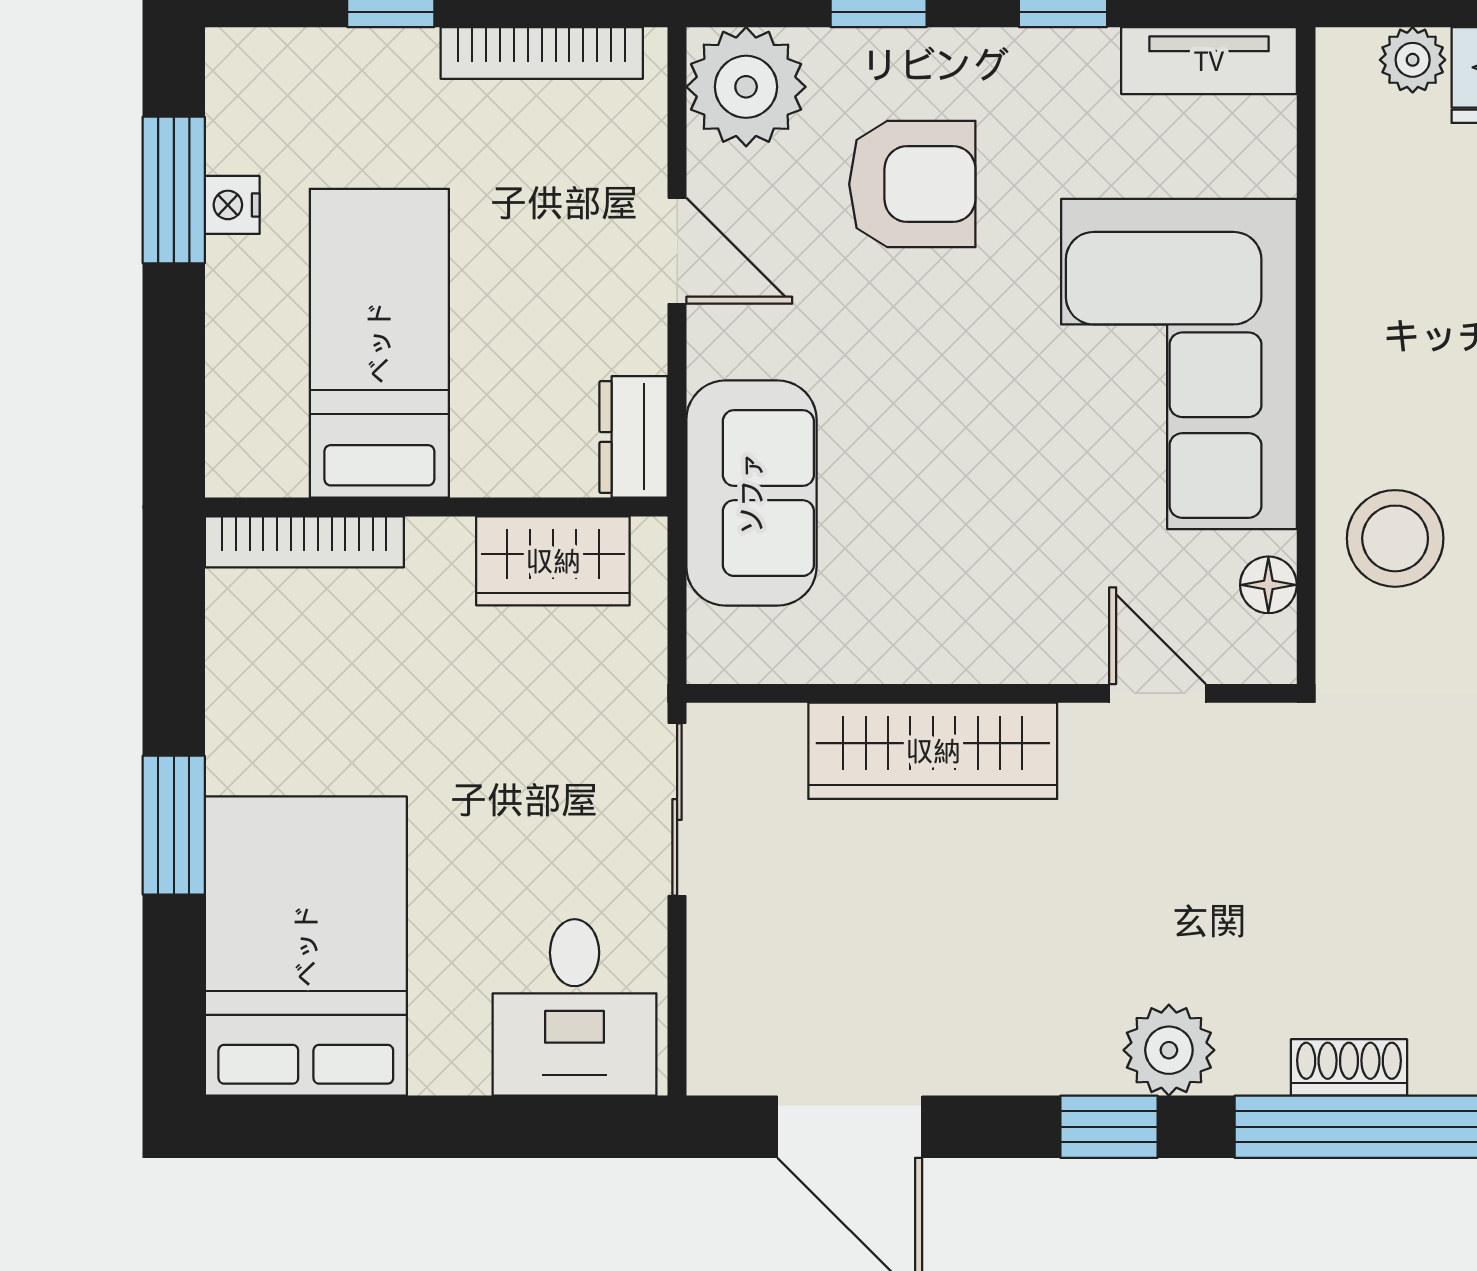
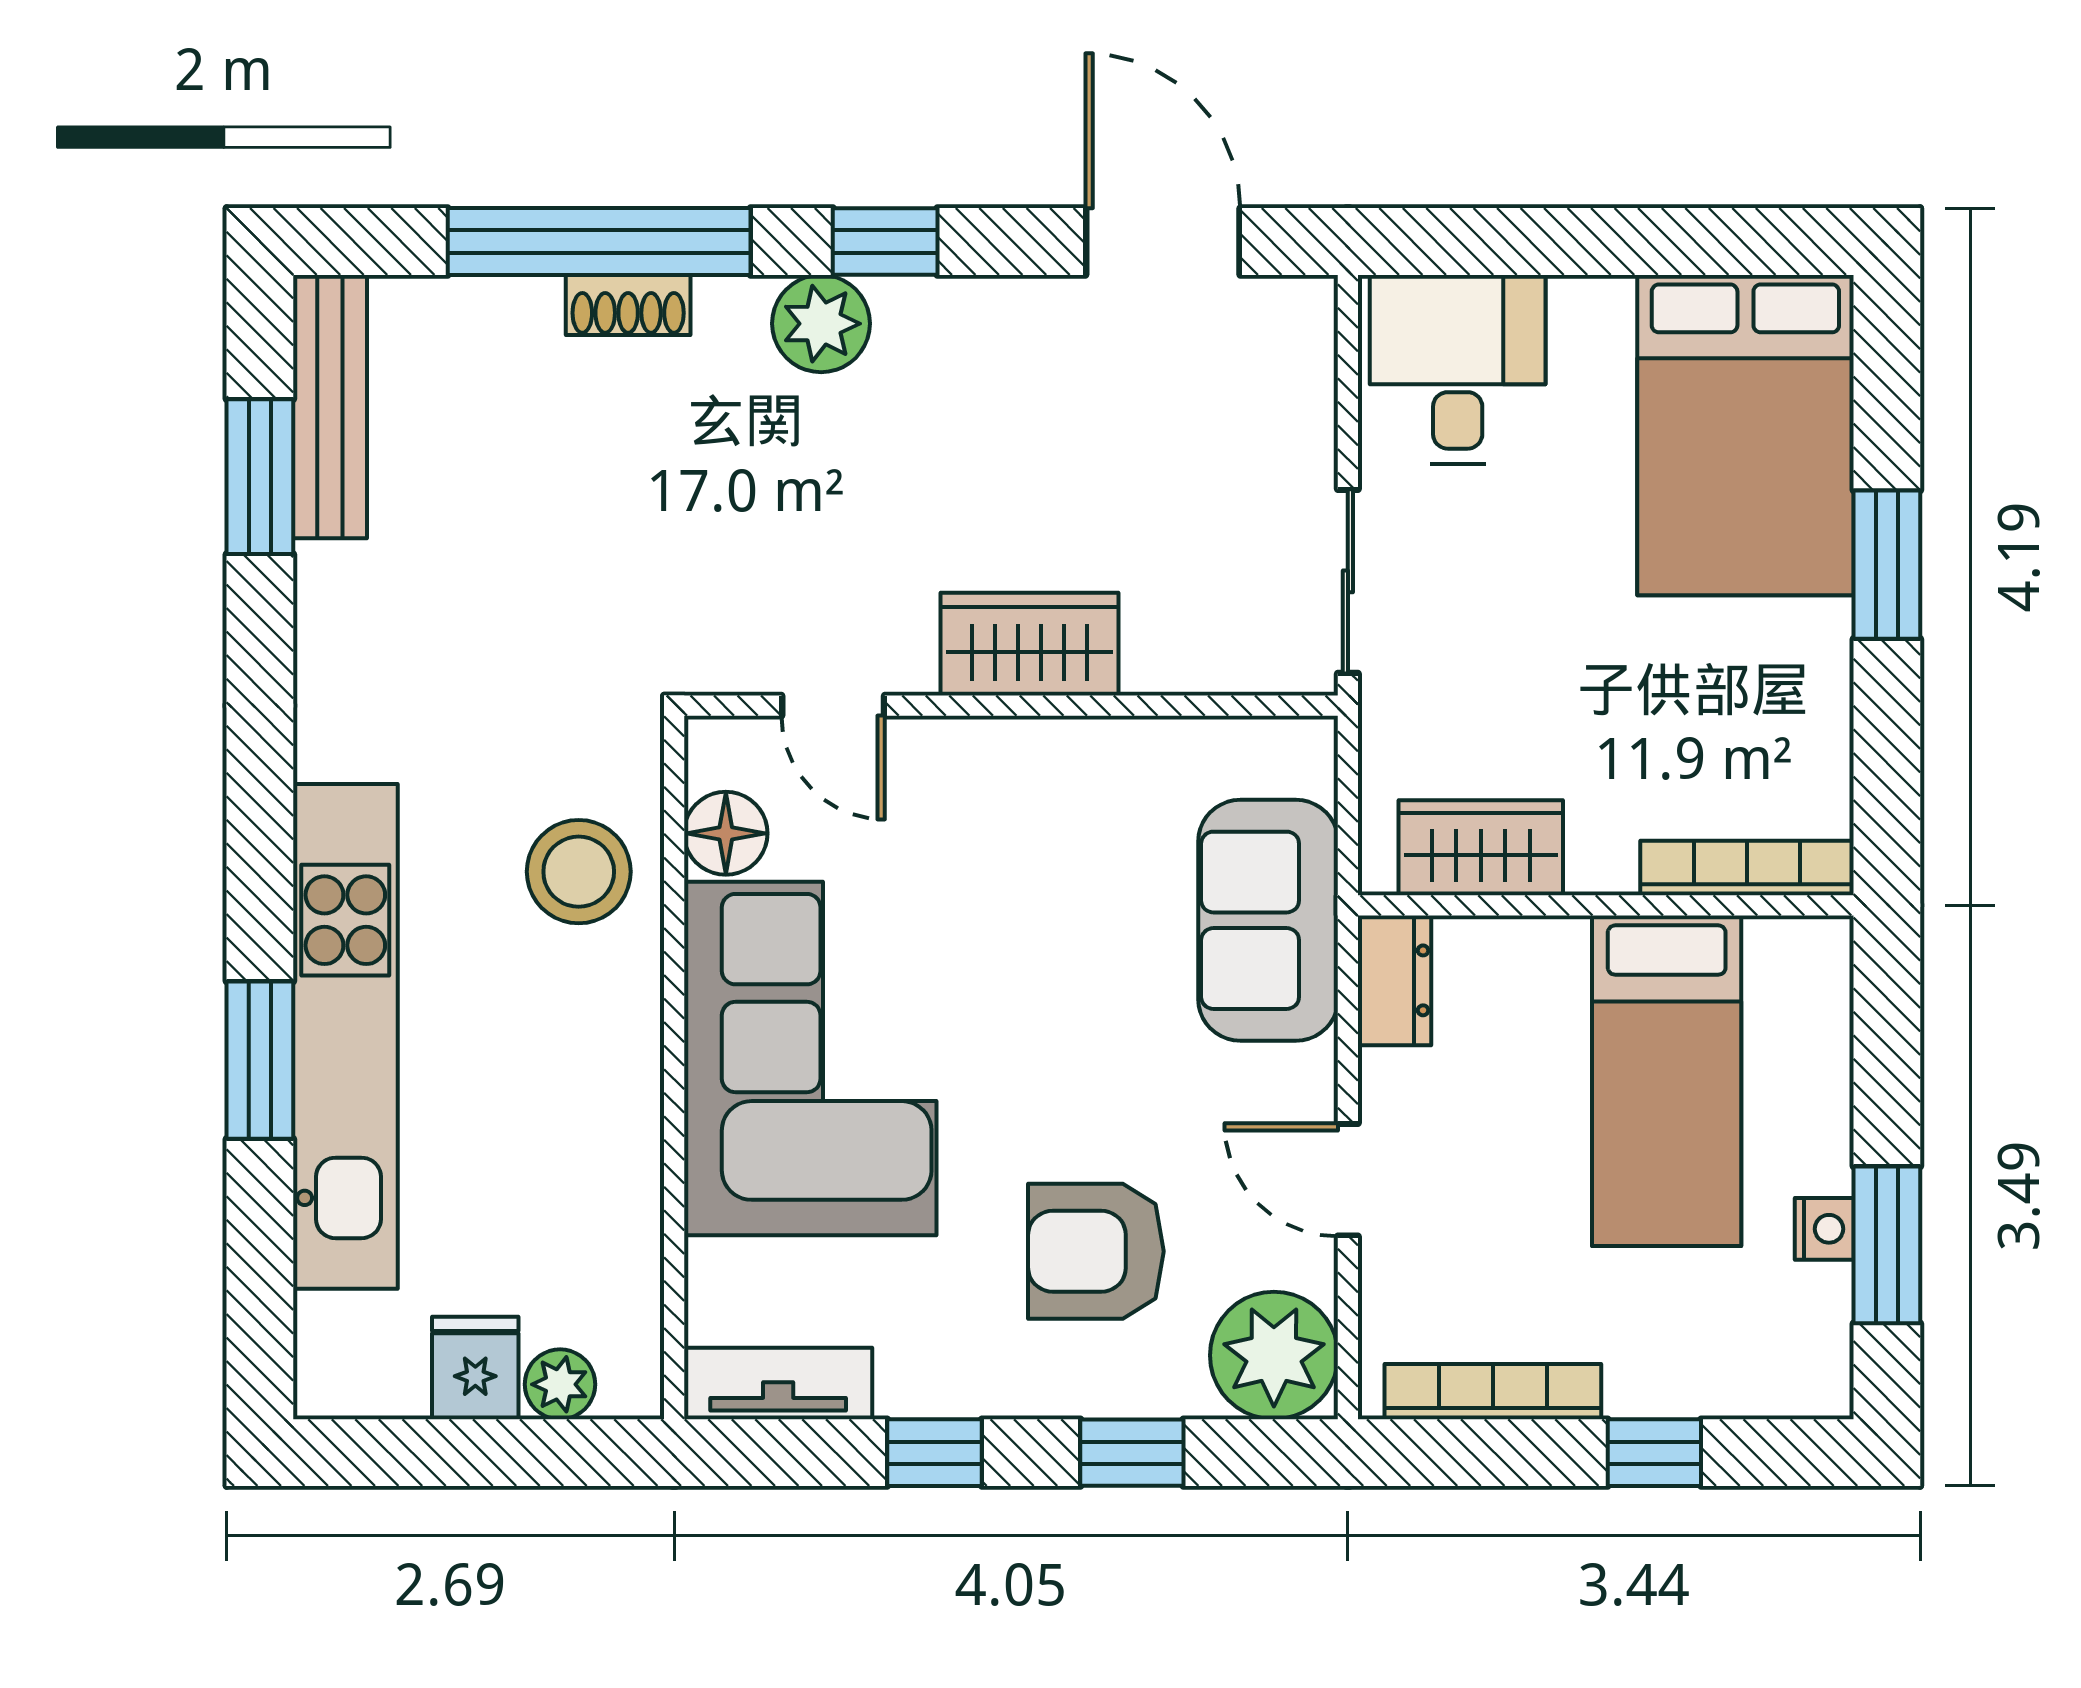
floor lamp: (1268, 585) -> (726, 833), width x1.37, depth x1.37
wardrobe: (933, 751) -> (1029, 644), width x0.67

